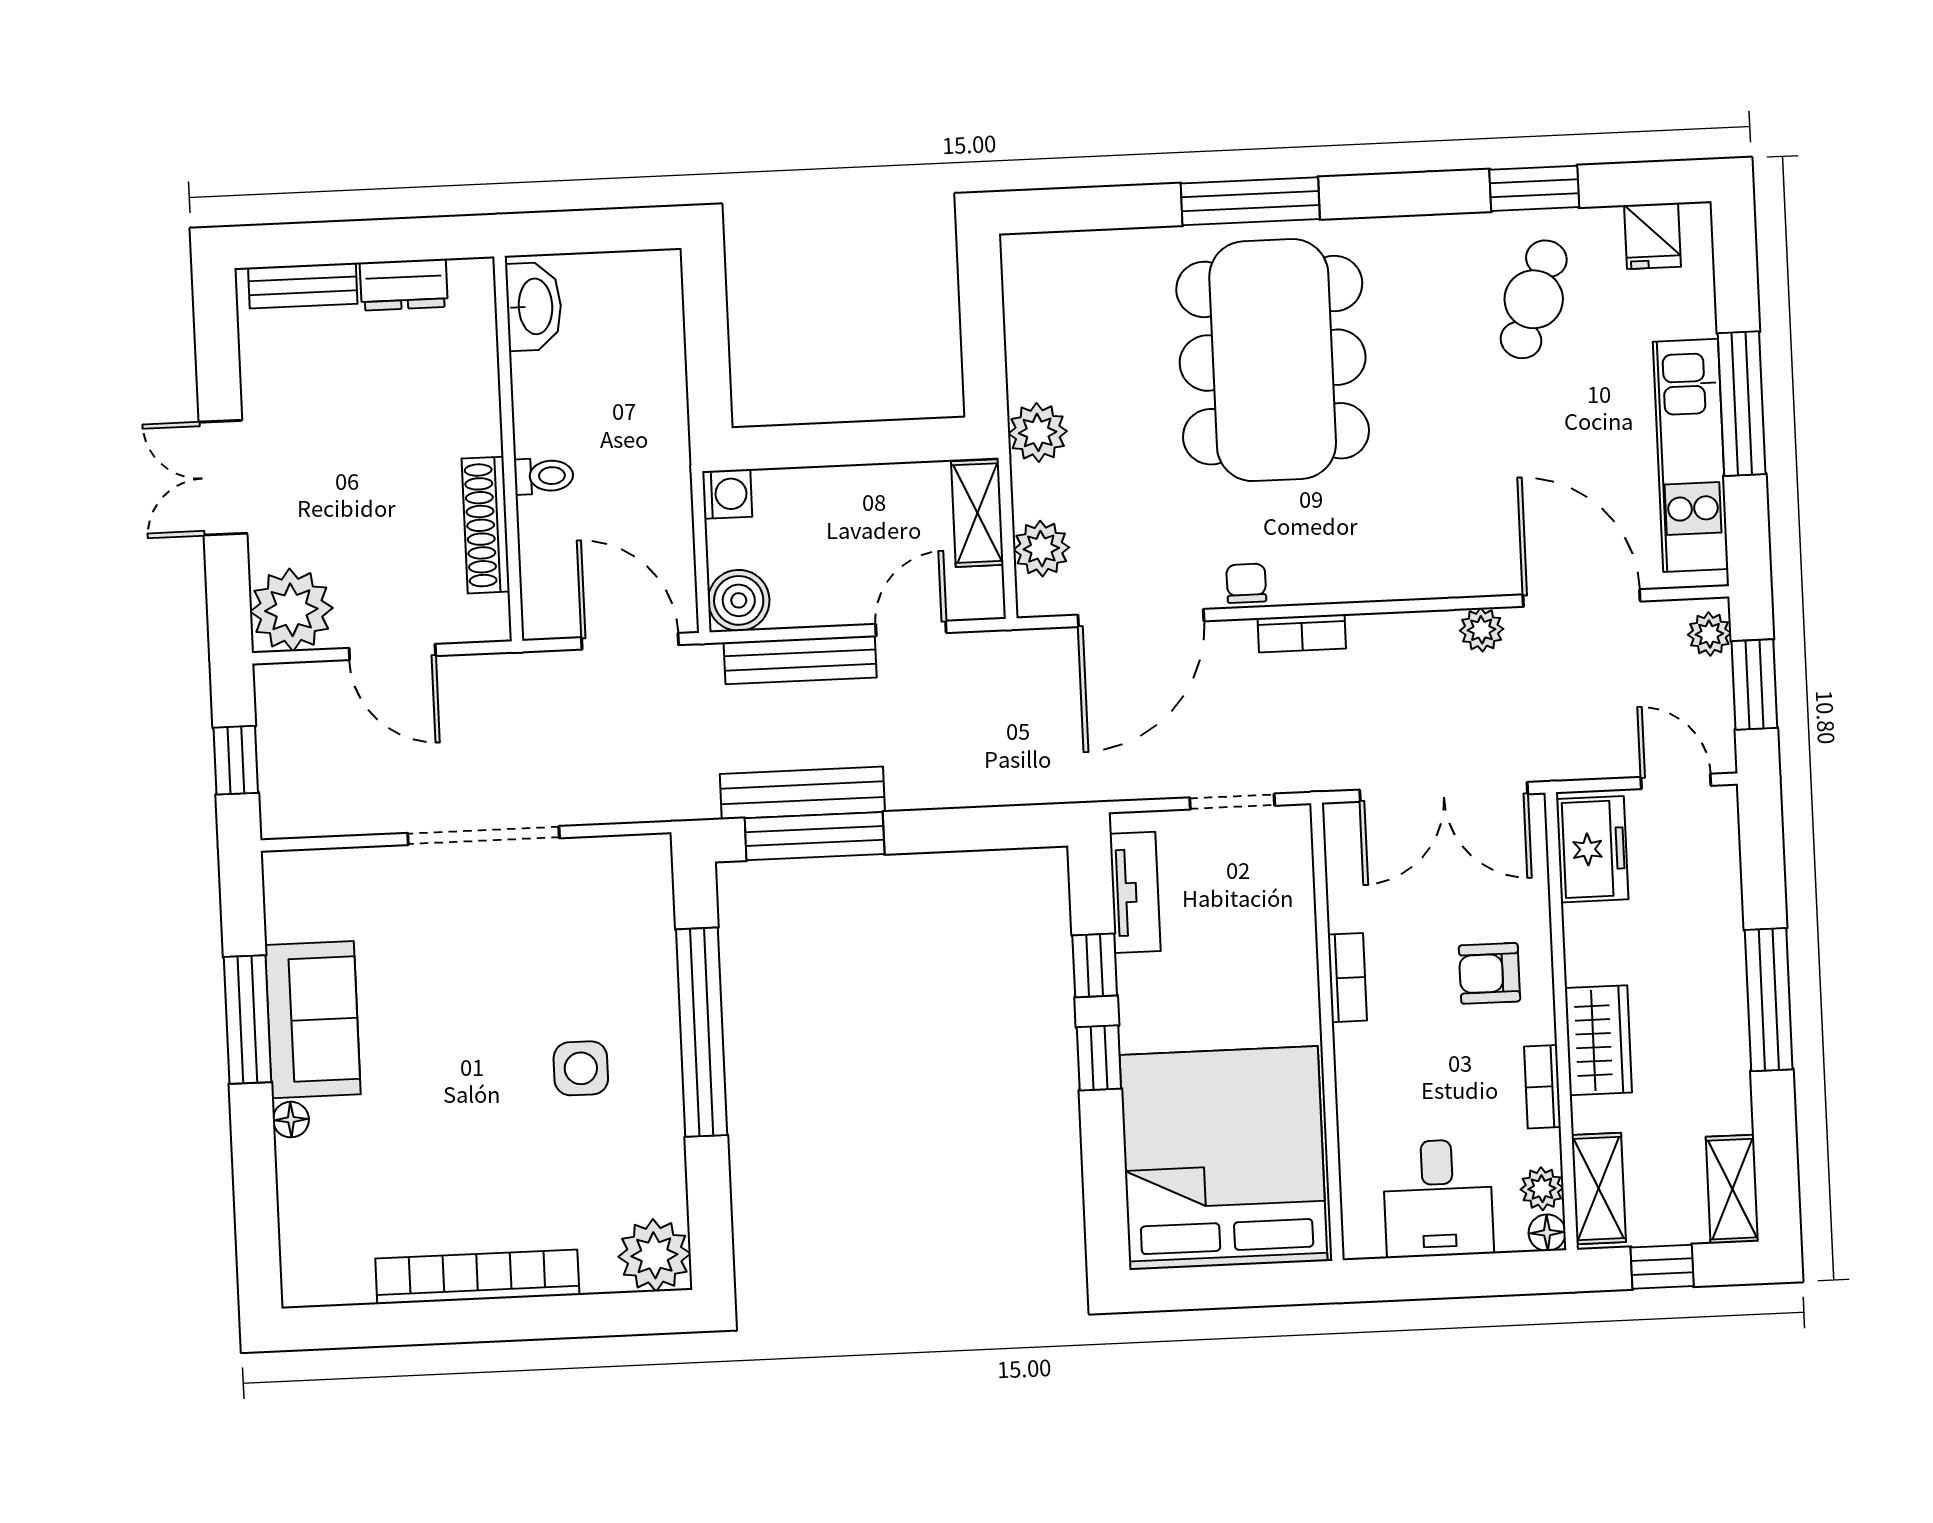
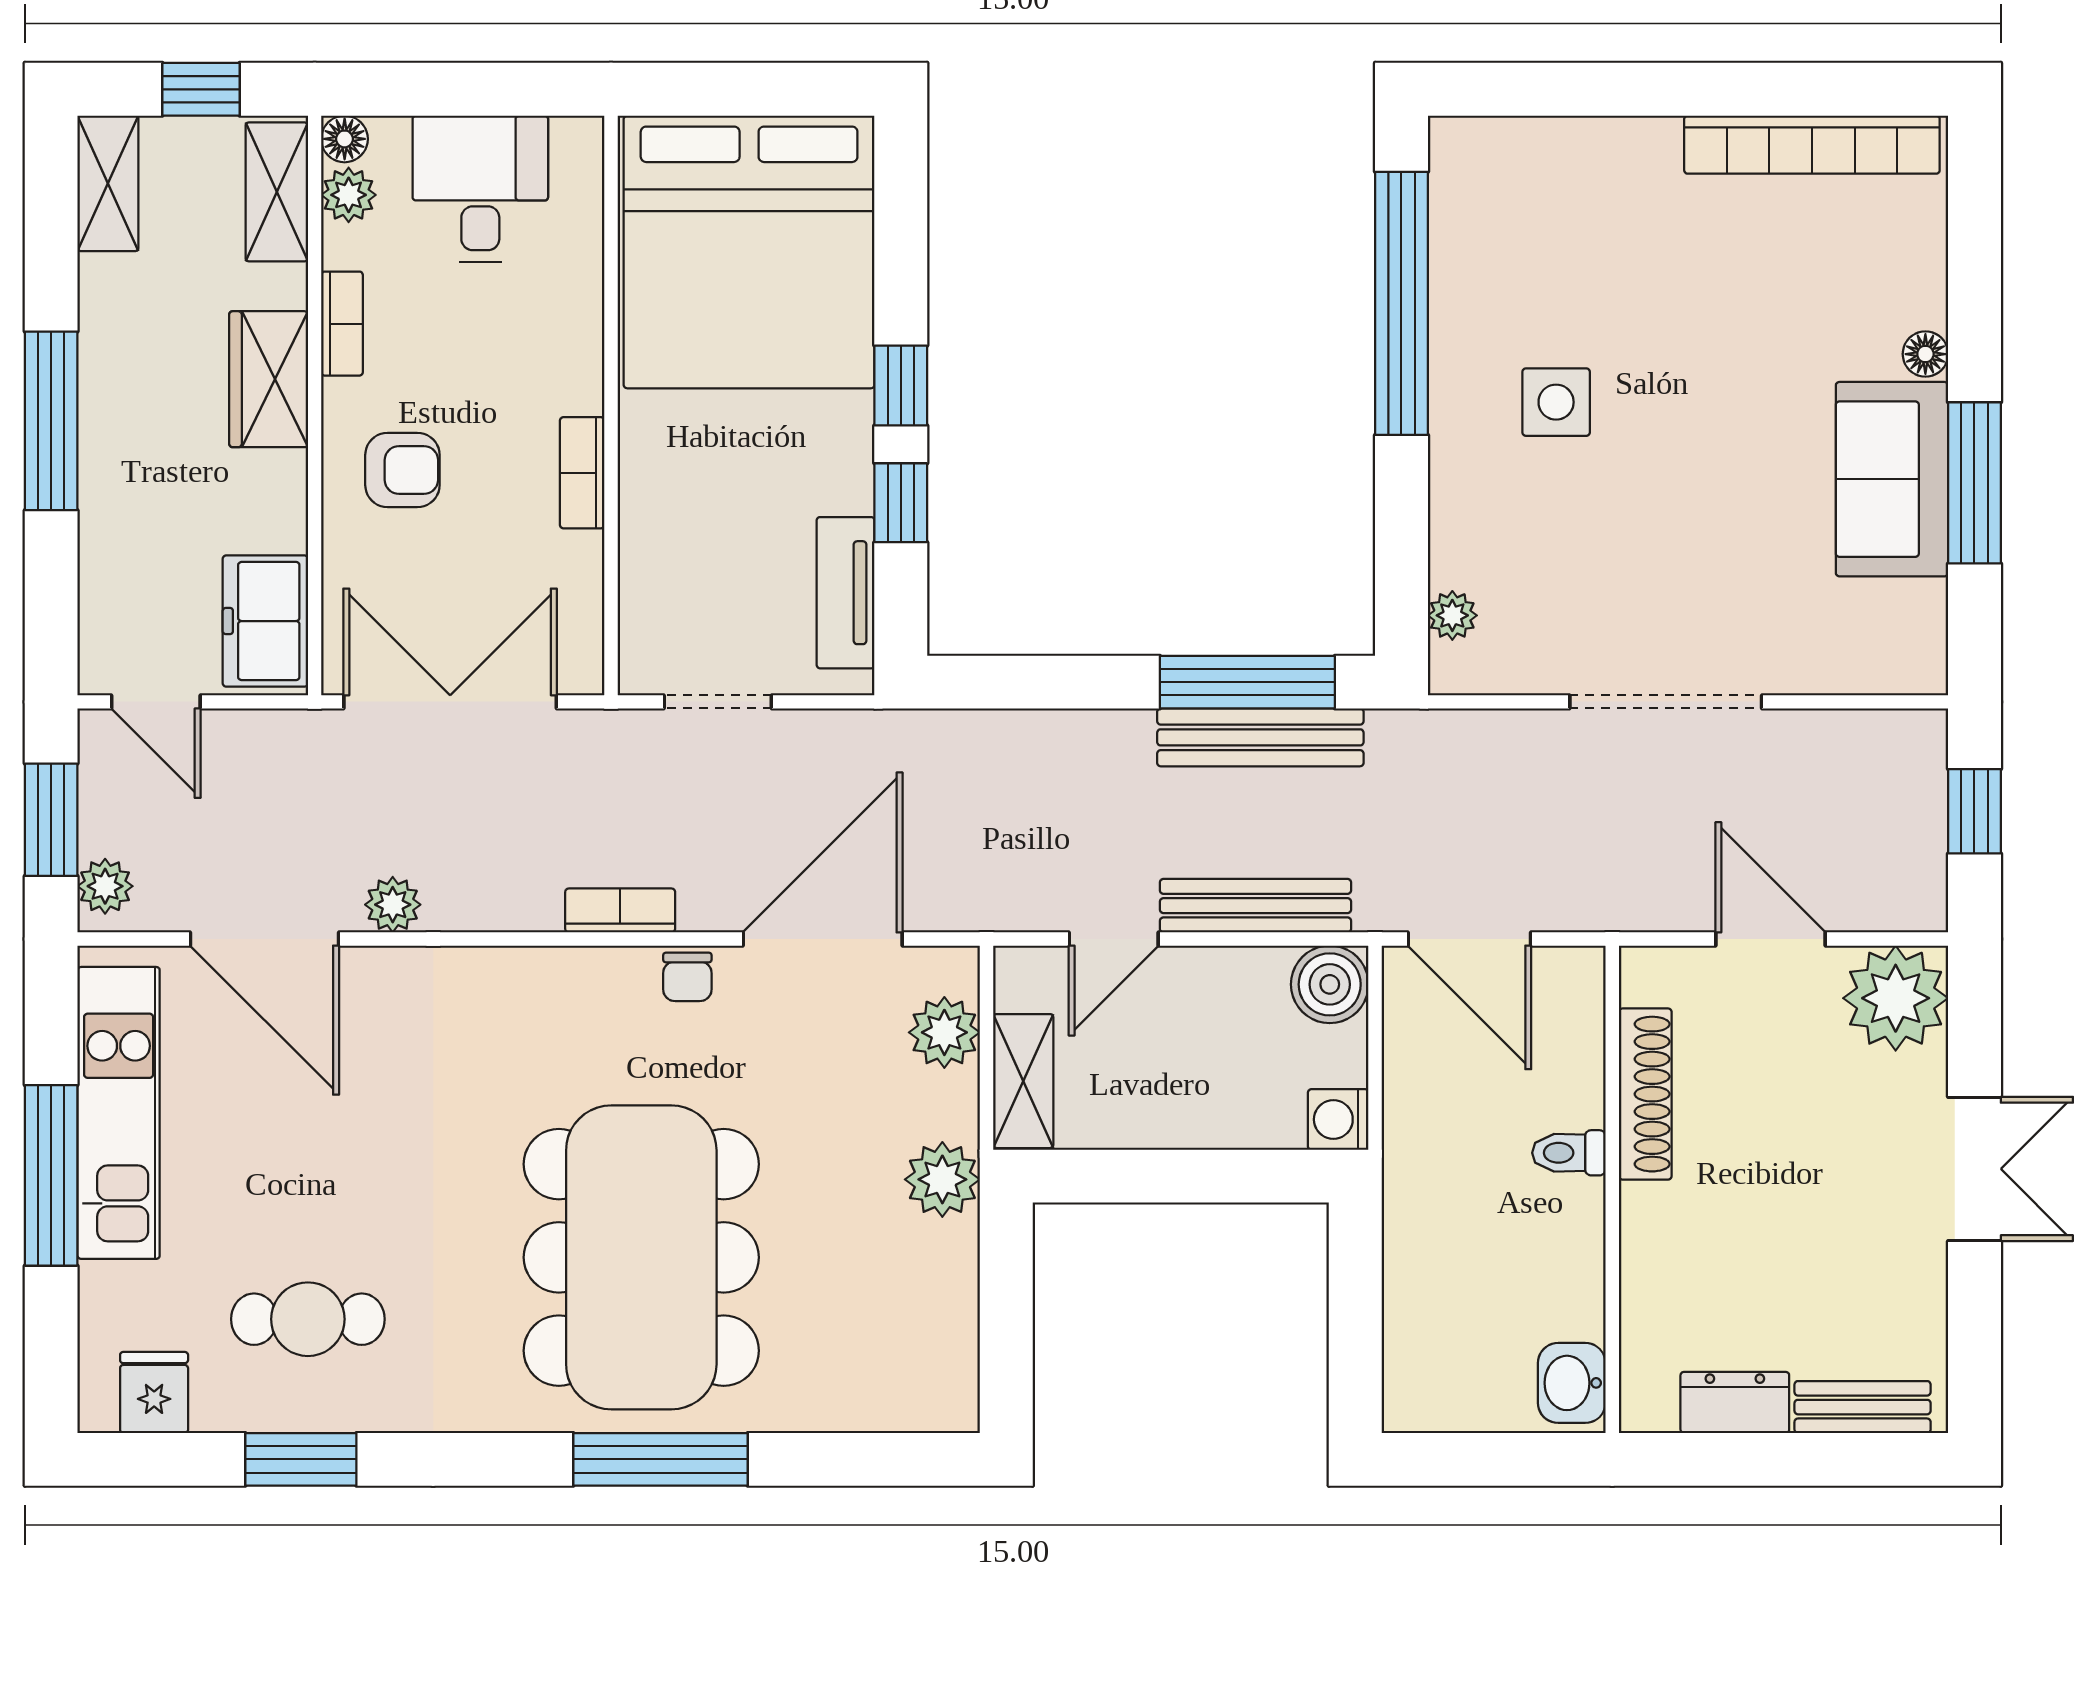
cafe table: (1534, 299) -> (308, 1319), turned 70
washbasin: (534, 306) -> (1572, 1383), width x0.72
window: (702, 1032) -> (1401, 303), moved
plant: (654, 1255) -> (1452, 615), moved, width x0.53, depth x0.53
bookcase: (477, 1277) -> (1812, 145), moved

